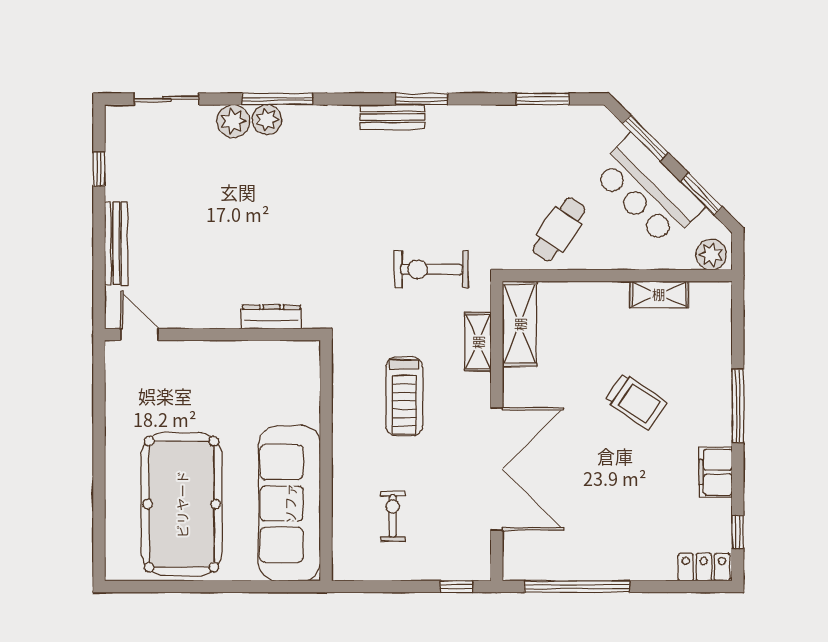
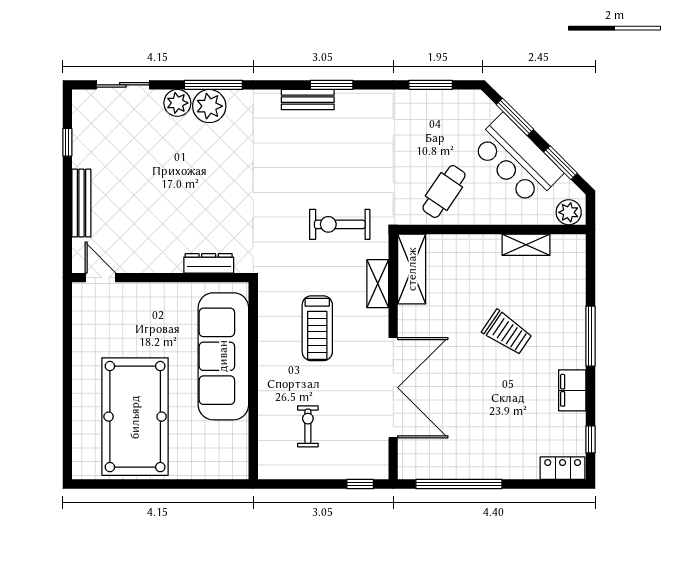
plant: (267, 119) -> (209, 106), width x1.36, depth x1.36
sofa: (290, 503) -> (223, 356), moved

